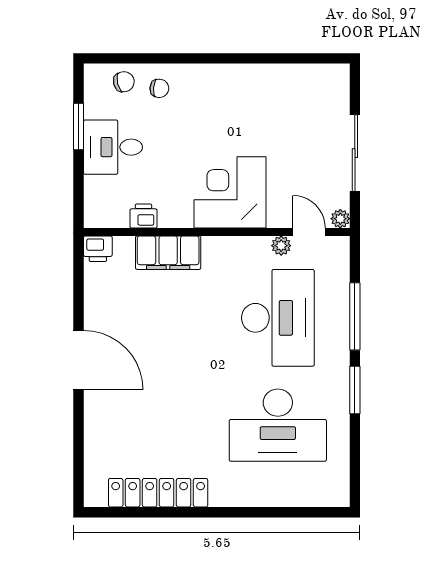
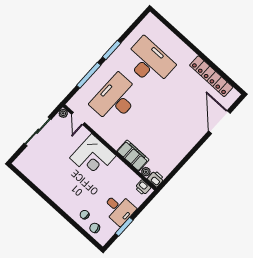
printer: (143, 216) -> (143, 188), moved
plant: (281, 246) -> (146, 172), moved
door: (79, 360) -> (219, 122), moved

